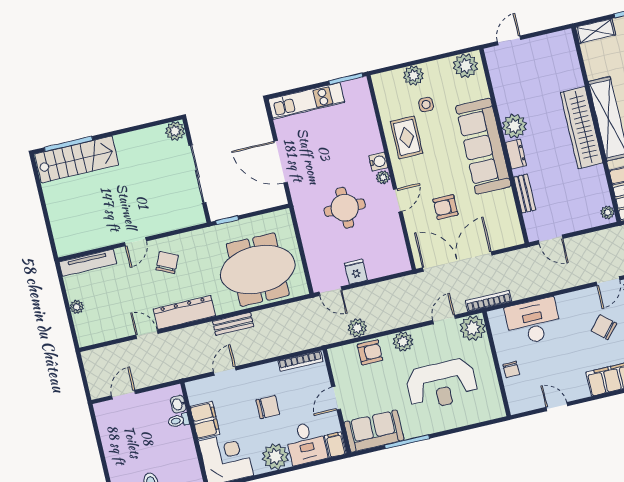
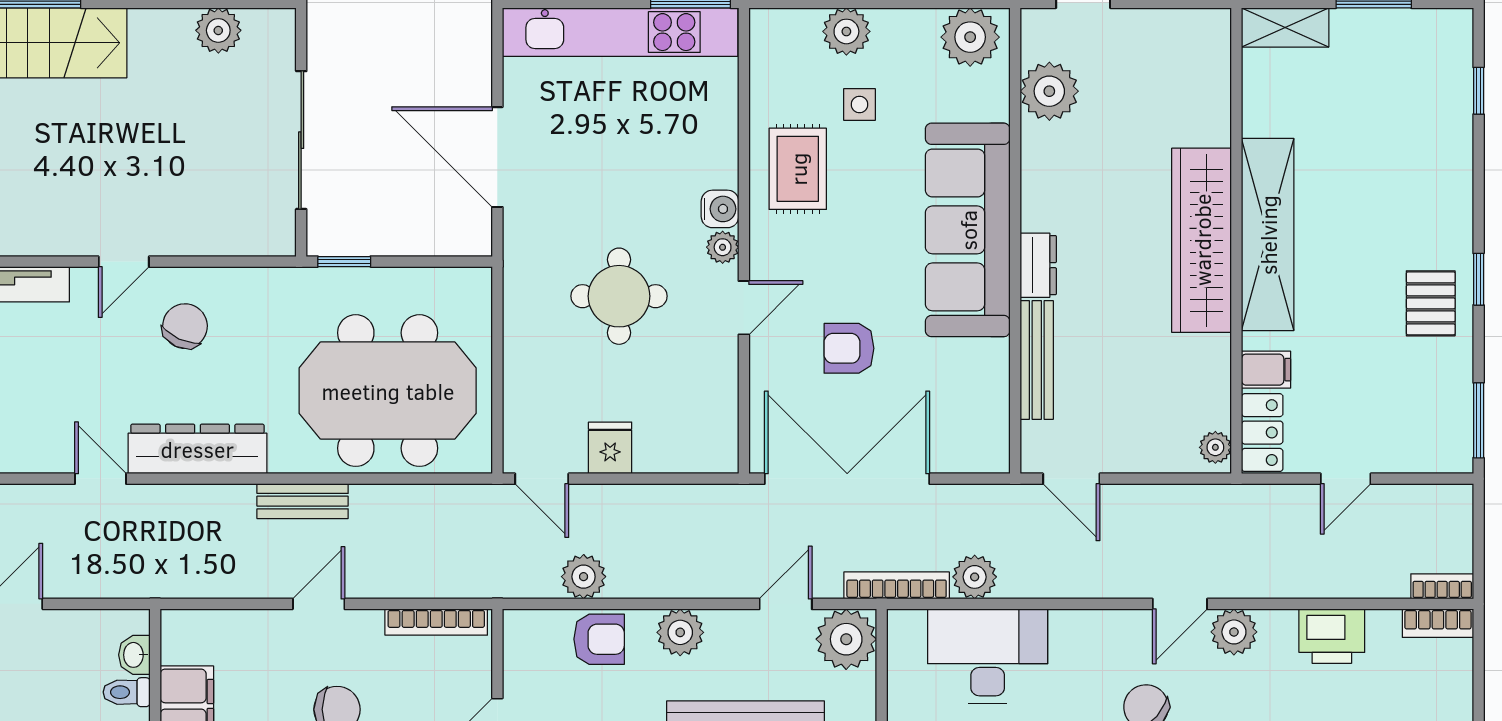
kitchen unit: (306, 101) -> (620, 32), width x1.36
plant: (514, 126) -> (1049, 91), moved
plant: (175, 131) -> (218, 30), moved
bench: (525, 194) -> (1037, 360), width x1.36
plant: (520, 290) -> (975, 577), added
door: (225, 371) -> (319, 604), moved

